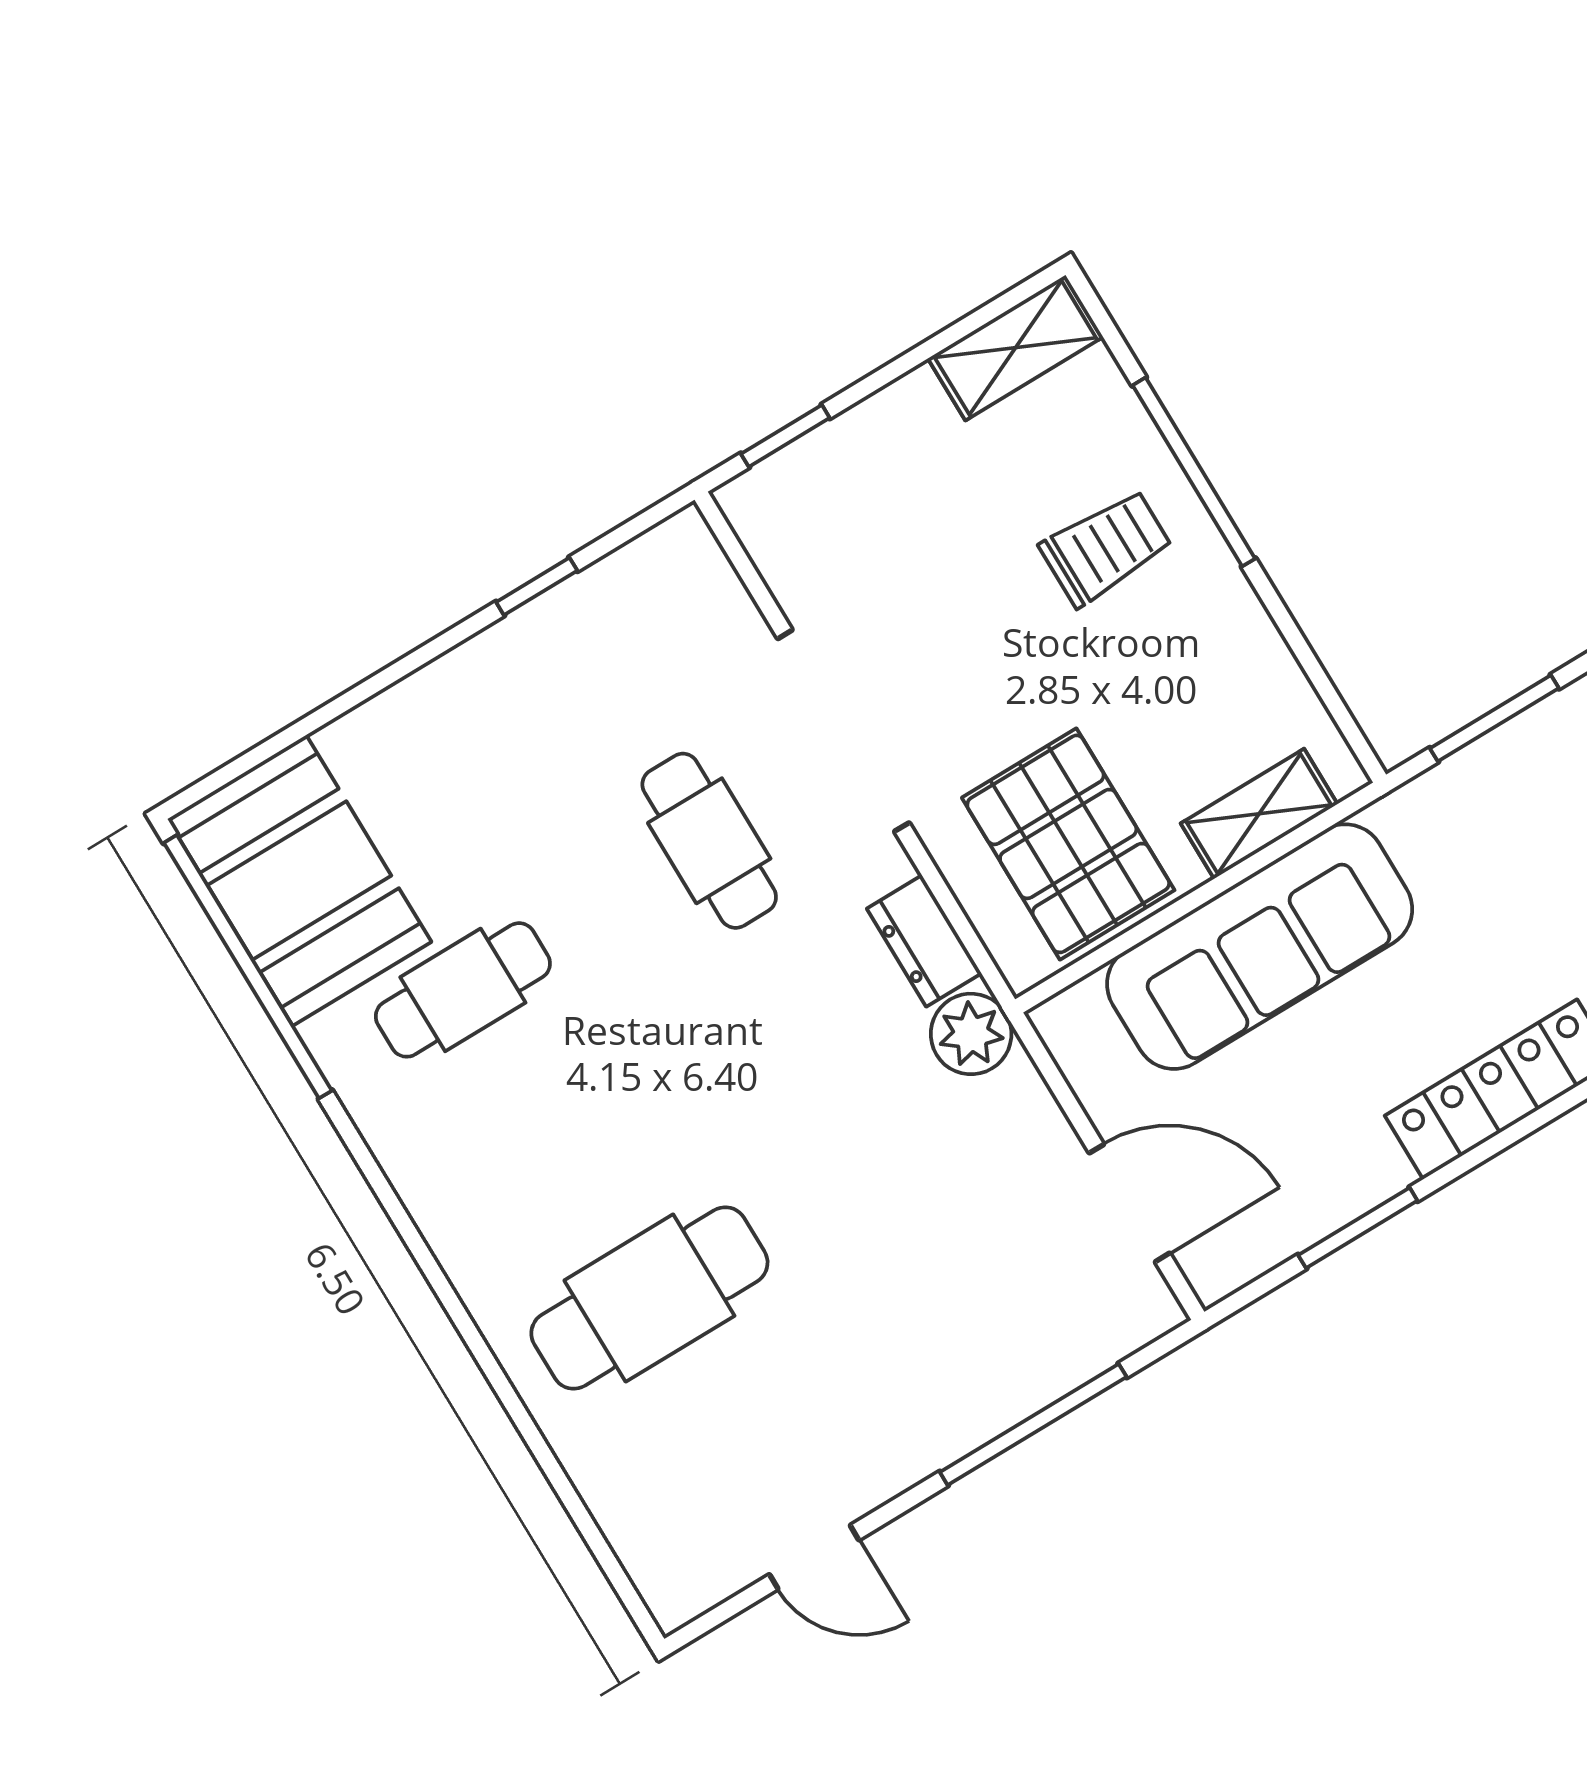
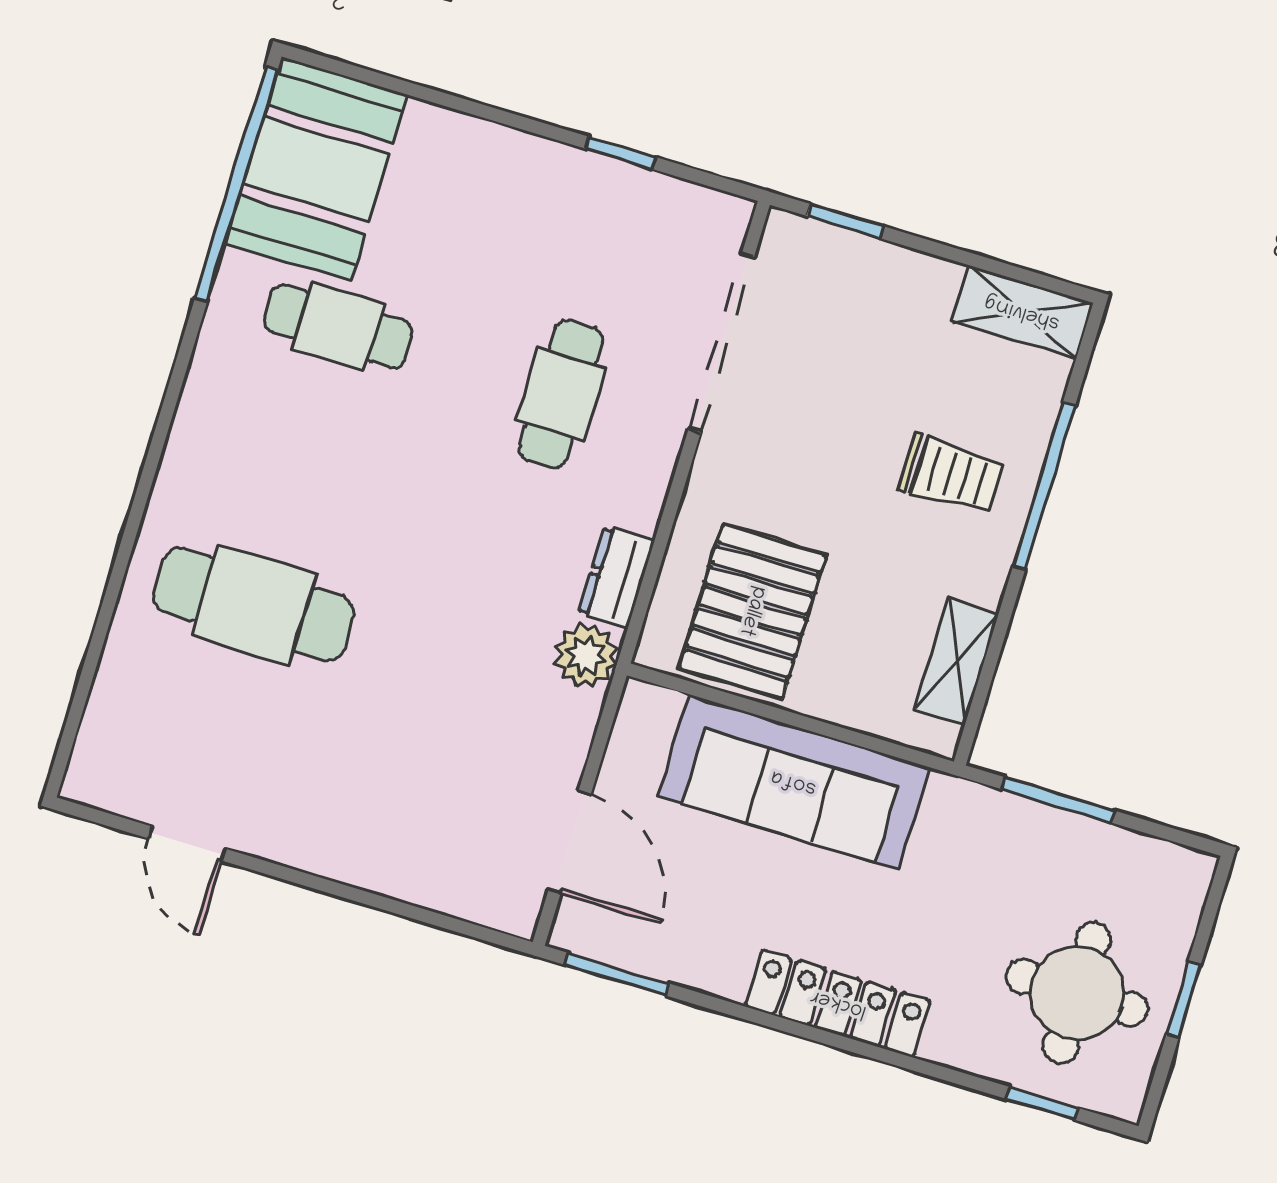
doorway: (843, 731) -> (721, 343), moved
shelving: (1259, 814) -> (957, 661), moved, turned 90
window: (1358, 1228) -> (617, 974), moved
window: (1033, 1425) -> (384, 904), removed

